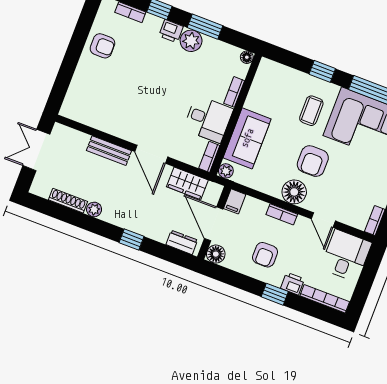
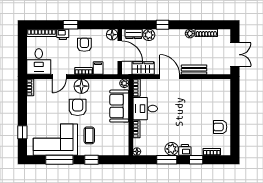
filing cabinet: (235, 201) -> (98, 68), moved
door: (323, 220) -> (59, 77), swing flipped
plant: (159, 232) -> (149, 35), added

